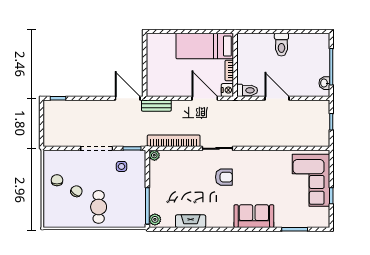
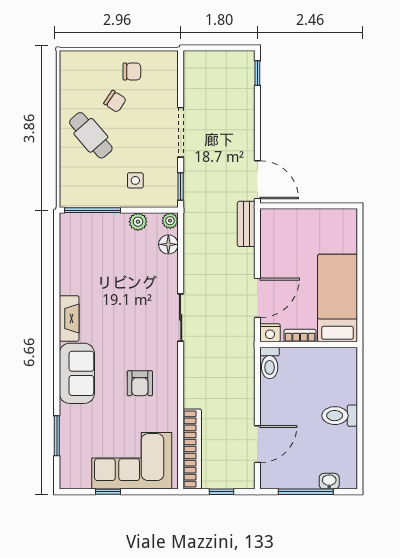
washbasin: (324, 83) -> (329, 481), moved
door: (128, 98) -> (257, 180), hinge flipped
door: (277, 98) -> (257, 444), moved
bookcase: (174, 141) -> (192, 449), moved
floor lamp: (170, 156) -> (168, 244), added
side table: (122, 166) -> (135, 180), moved
armchair: (224, 177) -> (140, 383), moved
cafe table: (99, 207) -> (91, 135), turned 49
plant: (155, 219) -> (138, 222), moved
fireplace: (191, 221) -> (69, 318), moved

